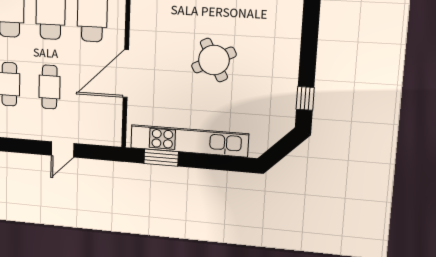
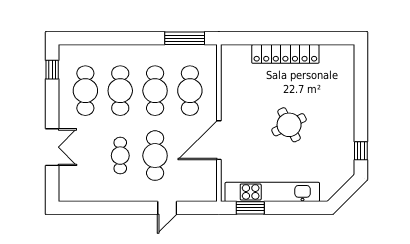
cafe table: (50, 87) -> (155, 156), width x1.37, depth x1.35

